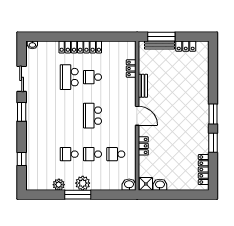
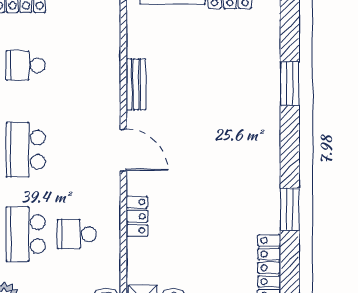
locker: (131, 68) -> (110, 46), removed
window: (213, 114) -> (290, 83), moved
school desk: (93, 154) -> (26, 234), width x1.85

